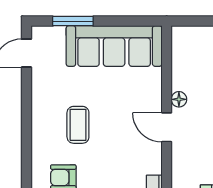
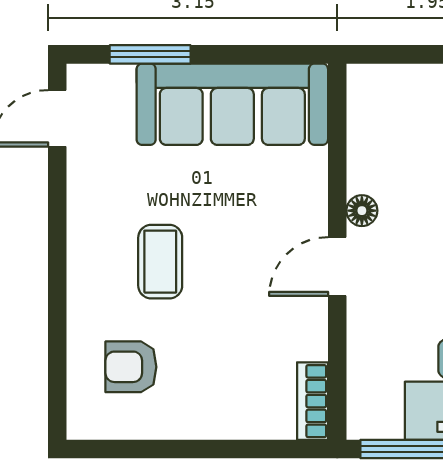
door: (167, 127) -> (337, 266), hinge flipped

